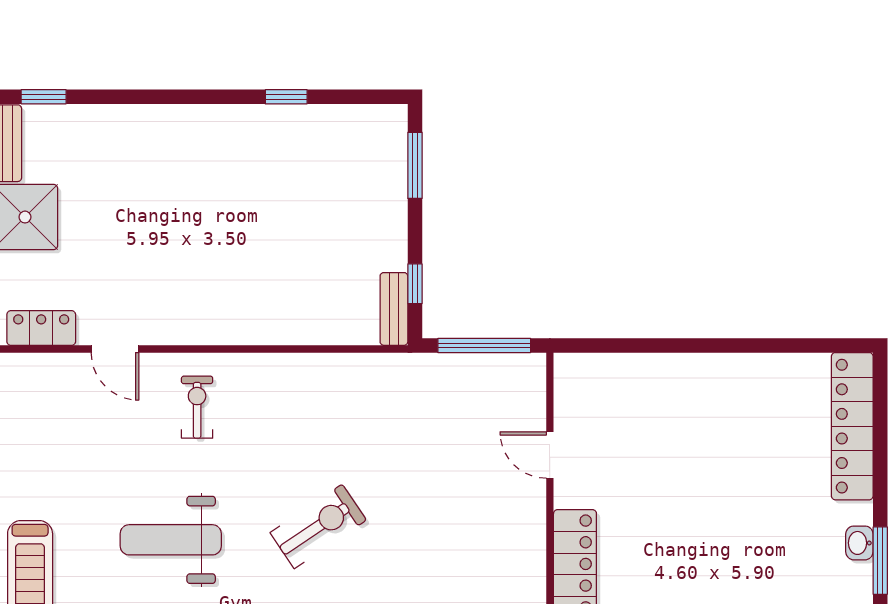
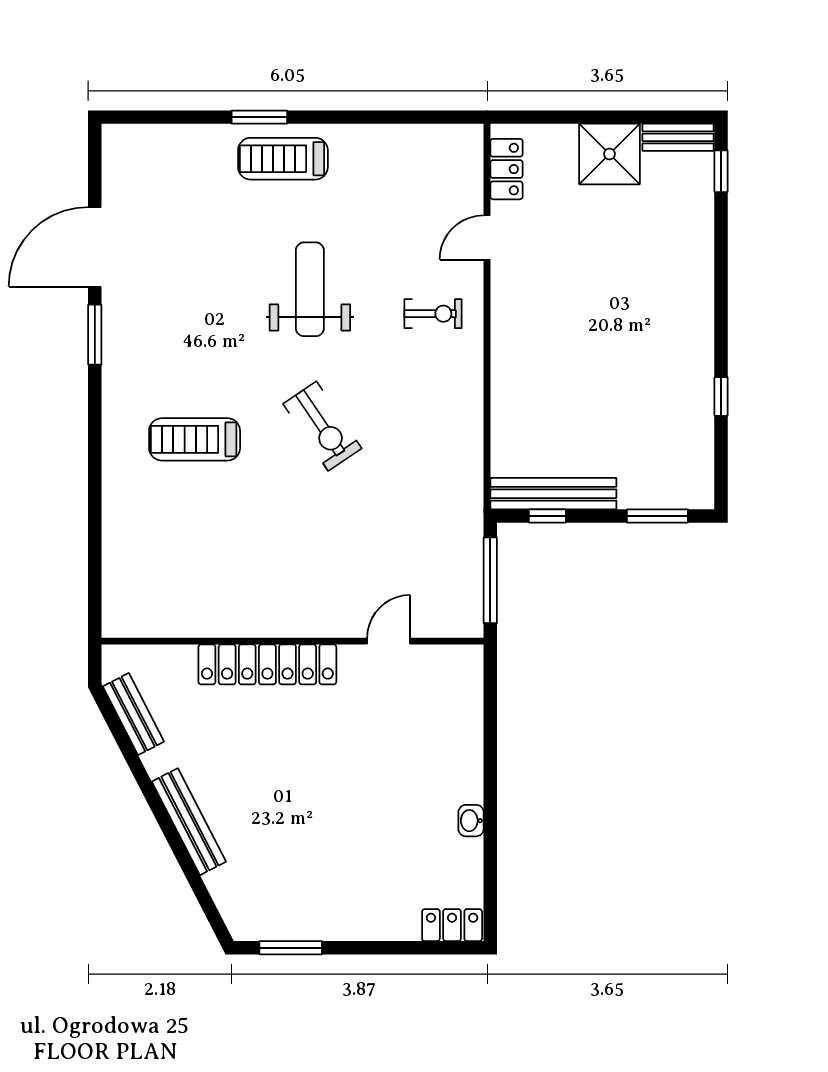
bench: (394, 309) -> (553, 494), width x1.86, depth x1.21
locker: (852, 426) -> (452, 925), width x0.46, depth x0.83
washbasin: (859, 543) -> (471, 821), moved, turned -90

